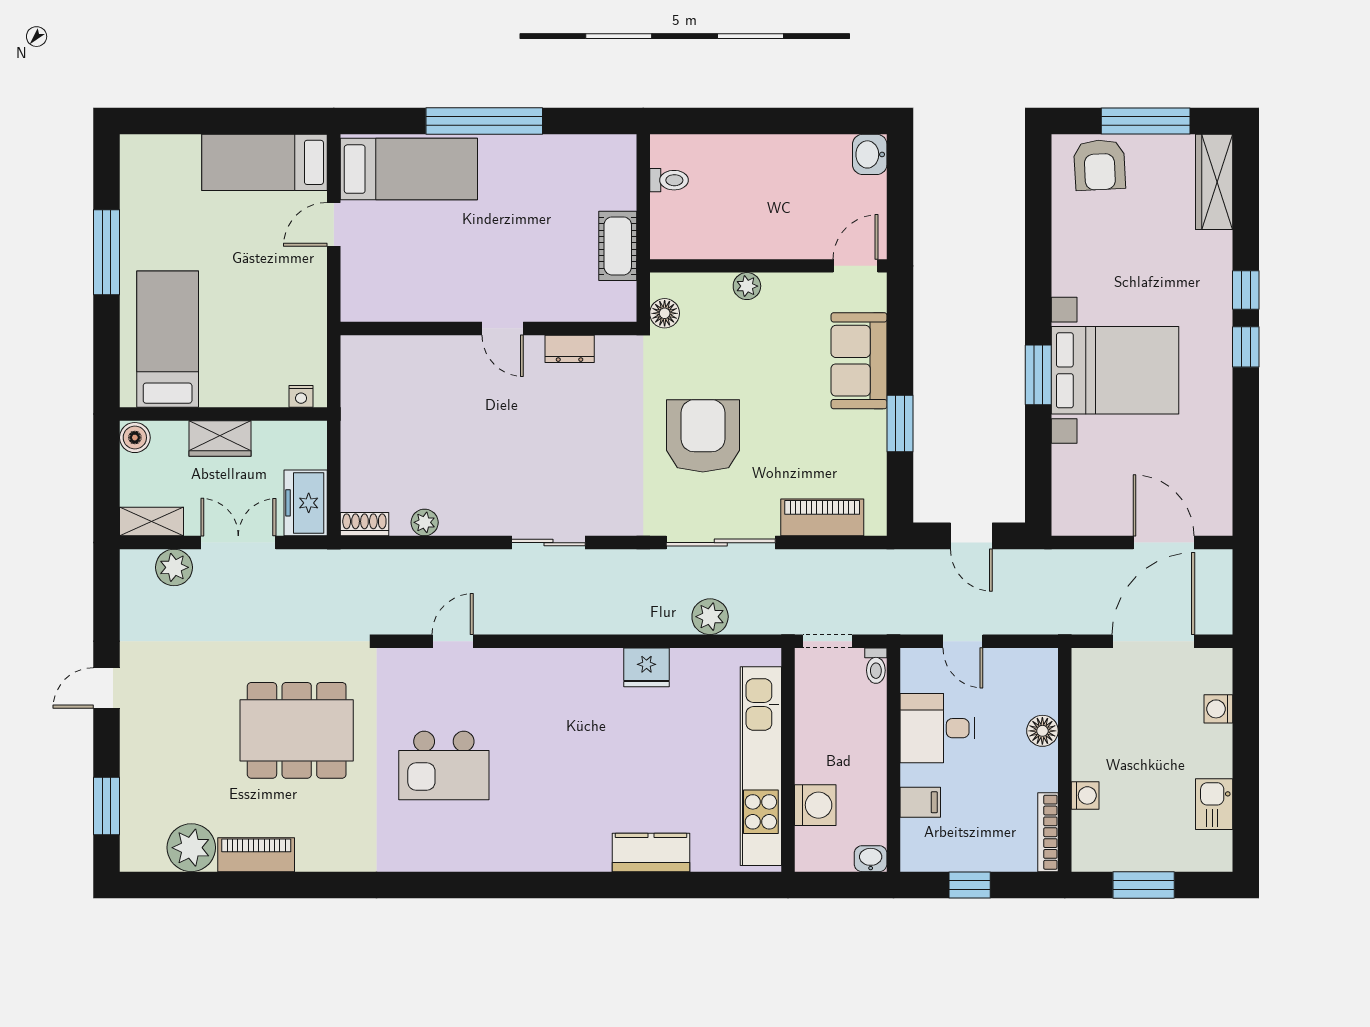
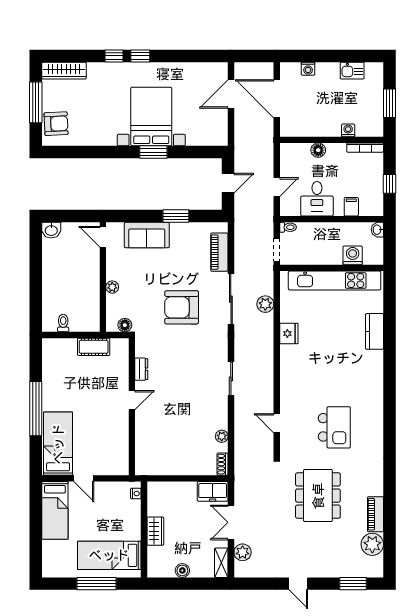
bed: (168, 339) -> (109, 555), moved
nightstand: (301, 396) -> (136, 494), moved
wall: (223, 414) -> (144, 529), moved
wardrobe: (220, 439) -> (155, 531), moved

